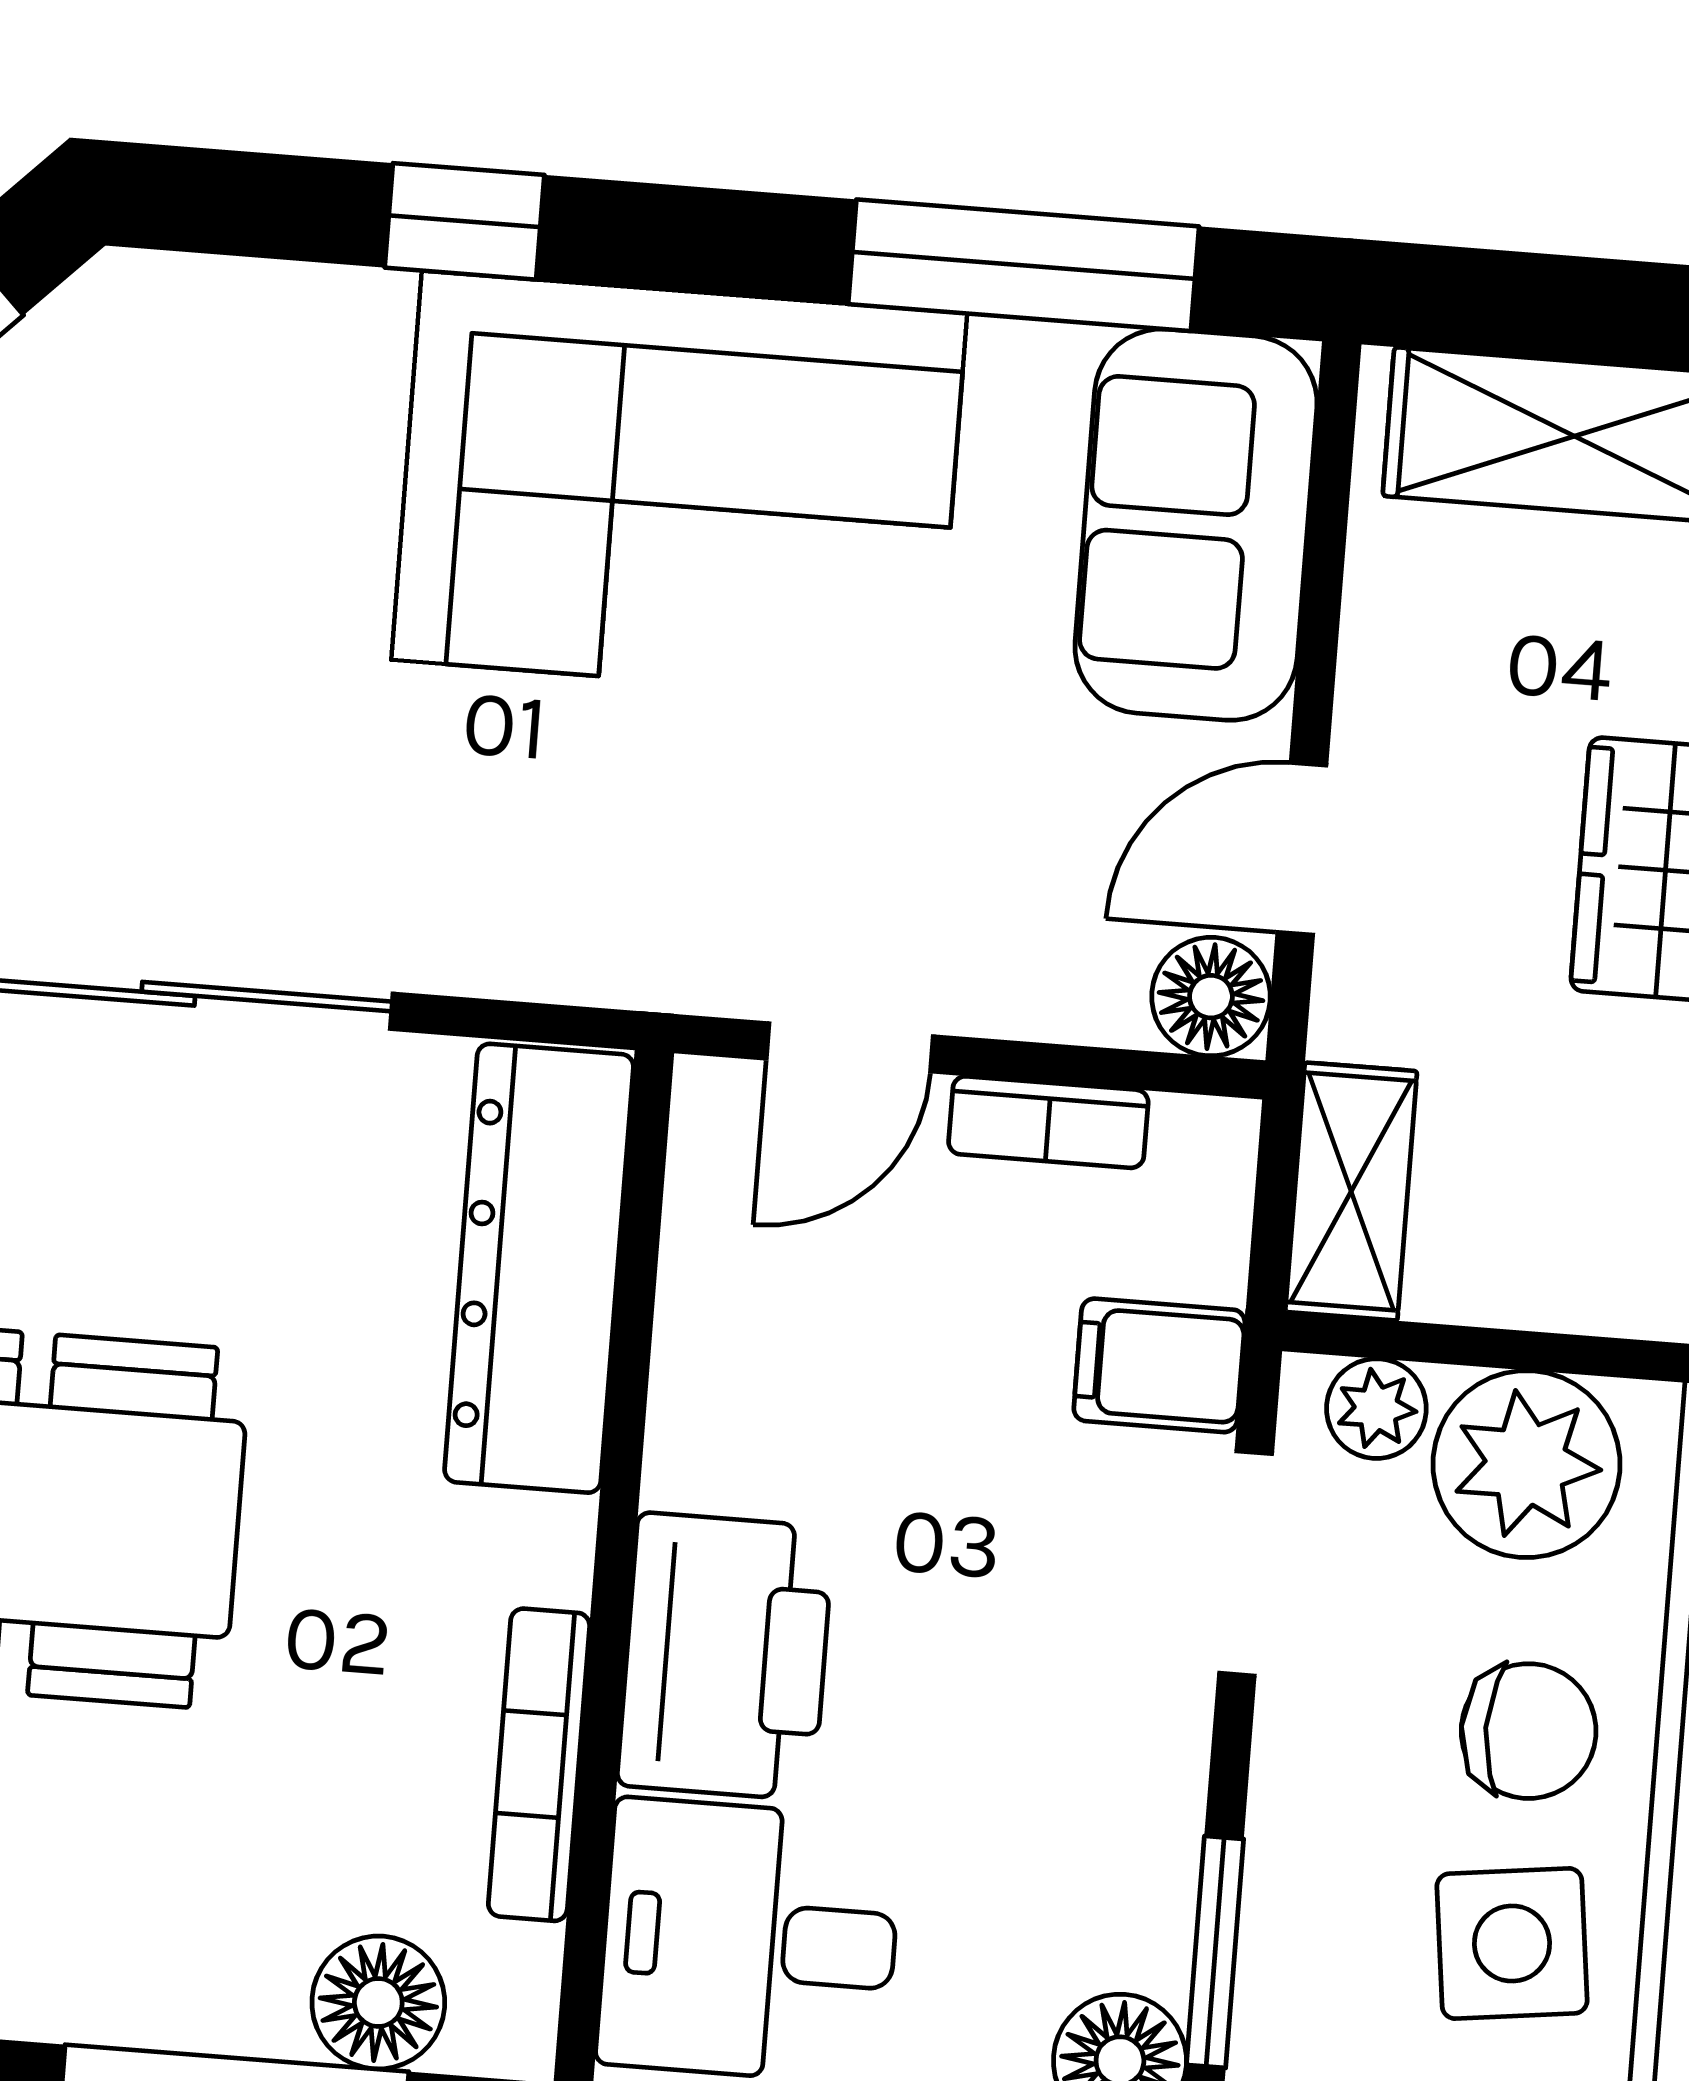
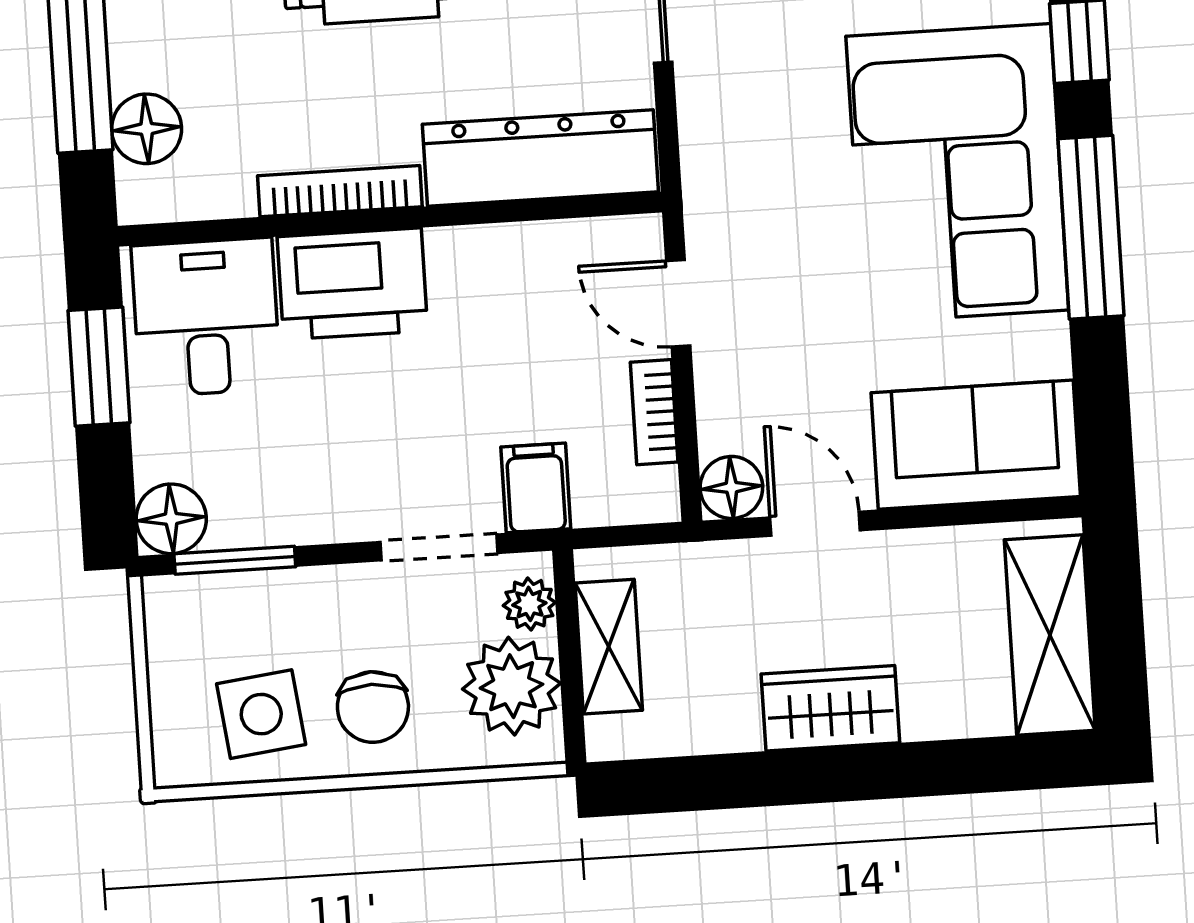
window: (1024, 265) -> (1091, 227), moved
shelving: (1351, 1192) -> (609, 647), moved, turned 90
bookcase: (539, 1765) -> (340, 191), moved

